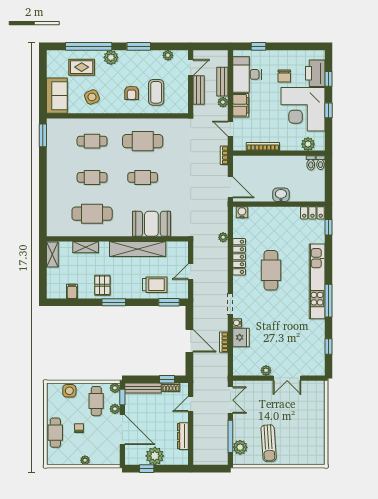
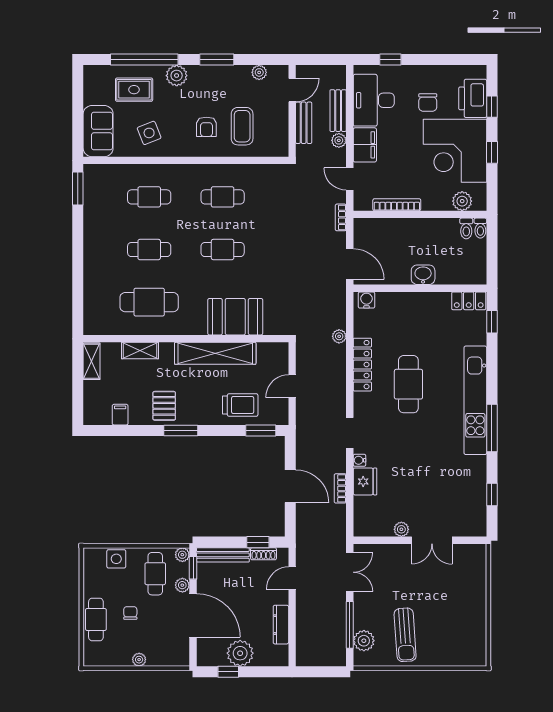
cafe table: (143, 141) -> (223, 197), width x0.73, depth x0.74

